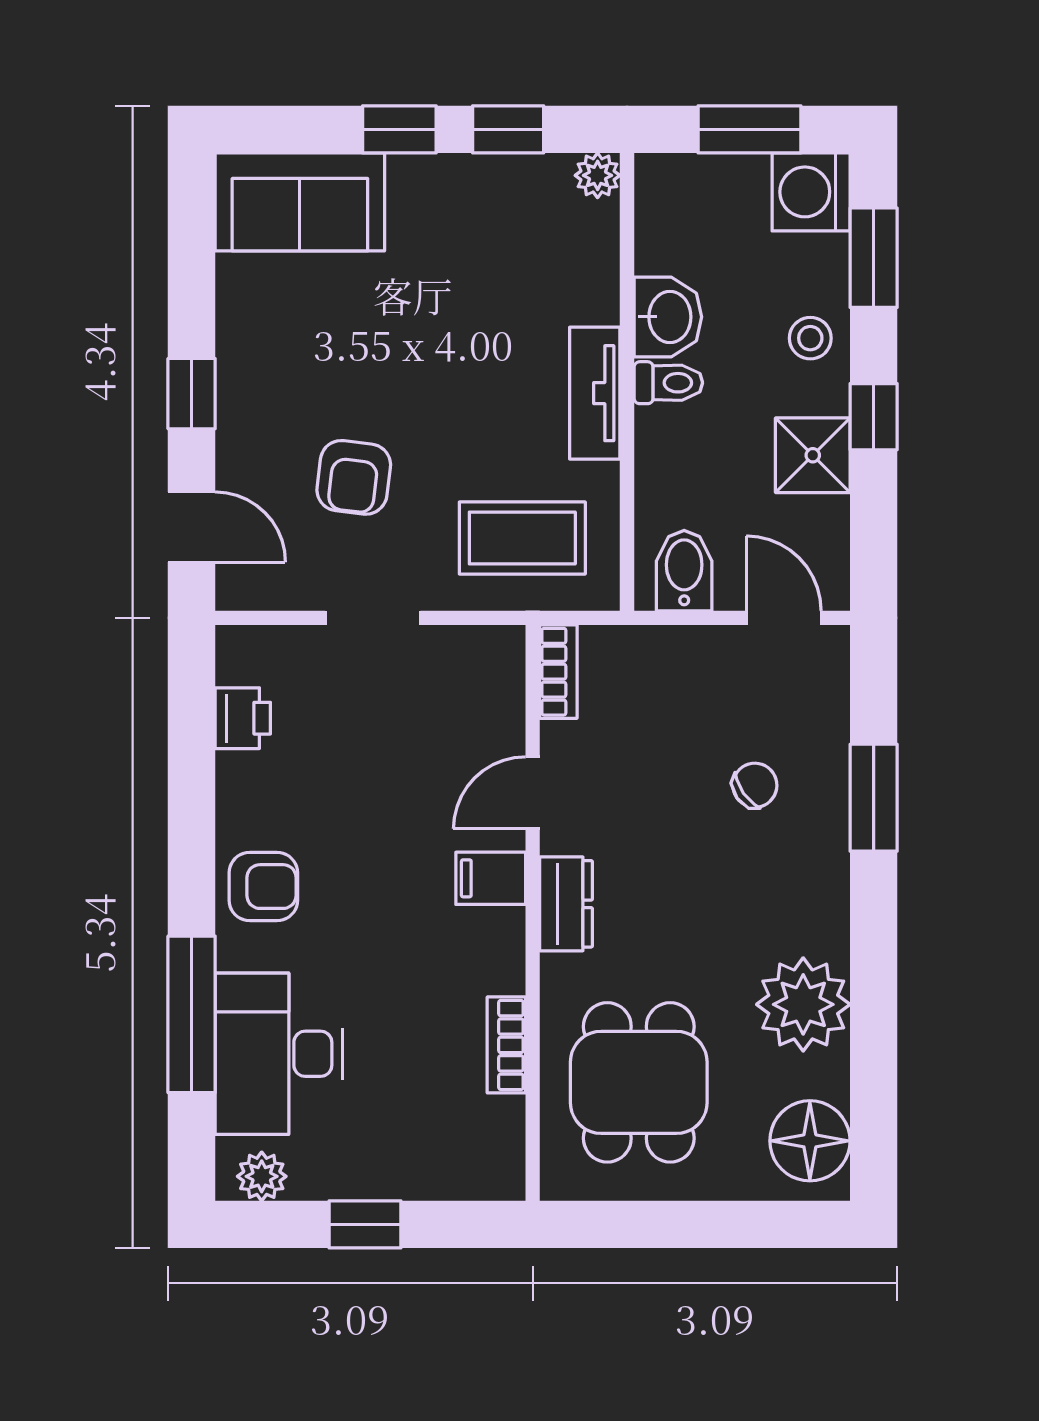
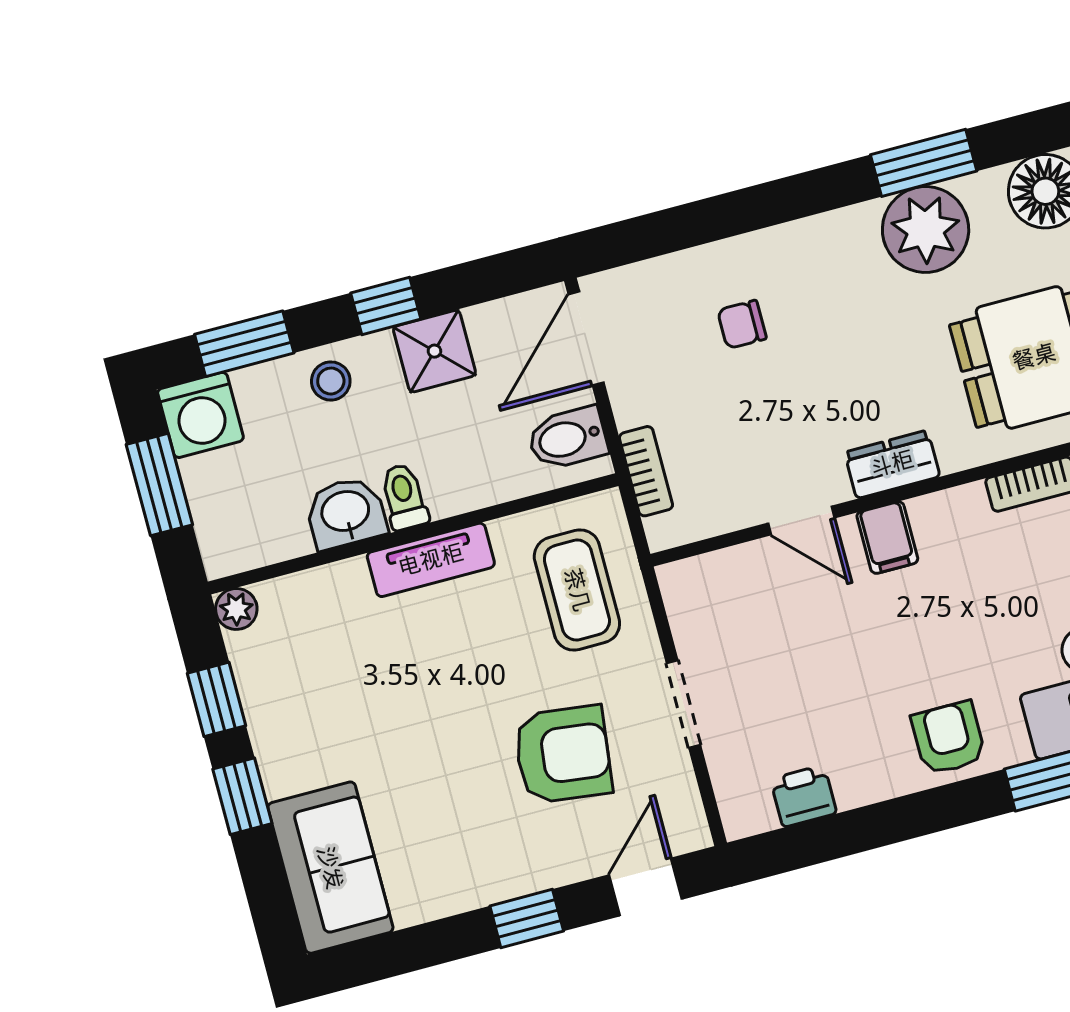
armchair: (354, 477) -> (563, 754), width x1.38, depth x1.38
door: (784, 618) -> (586, 338), width x1.38
bookcase: (558, 672) -> (646, 471), moved, turned 90
chair: (755, 785) -> (742, 324), turned -55
window: (874, 798) -> (924, 163), moved

